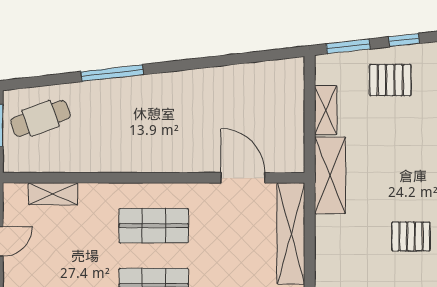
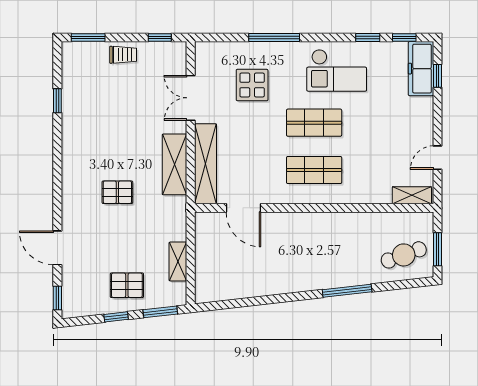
shelving: (330, 175) -> (175, 164), moved
shelving: (53, 194) -> (412, 195), moved
pallet: (411, 236) -> (117, 192), moved

